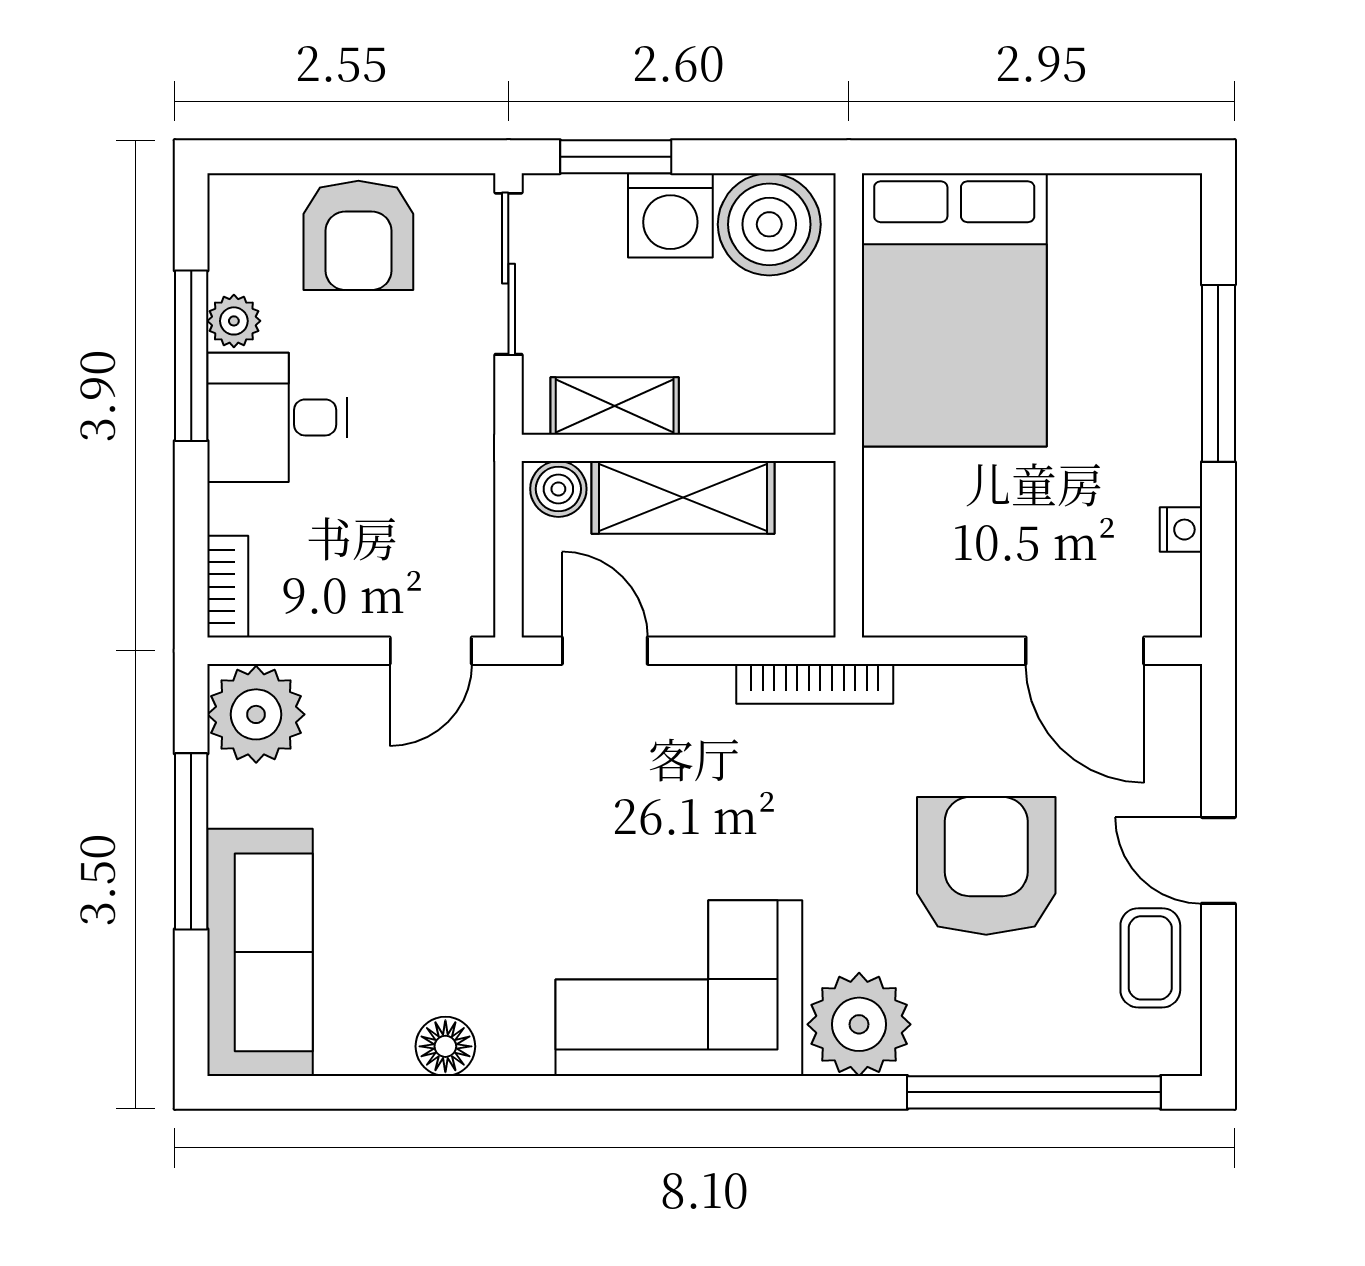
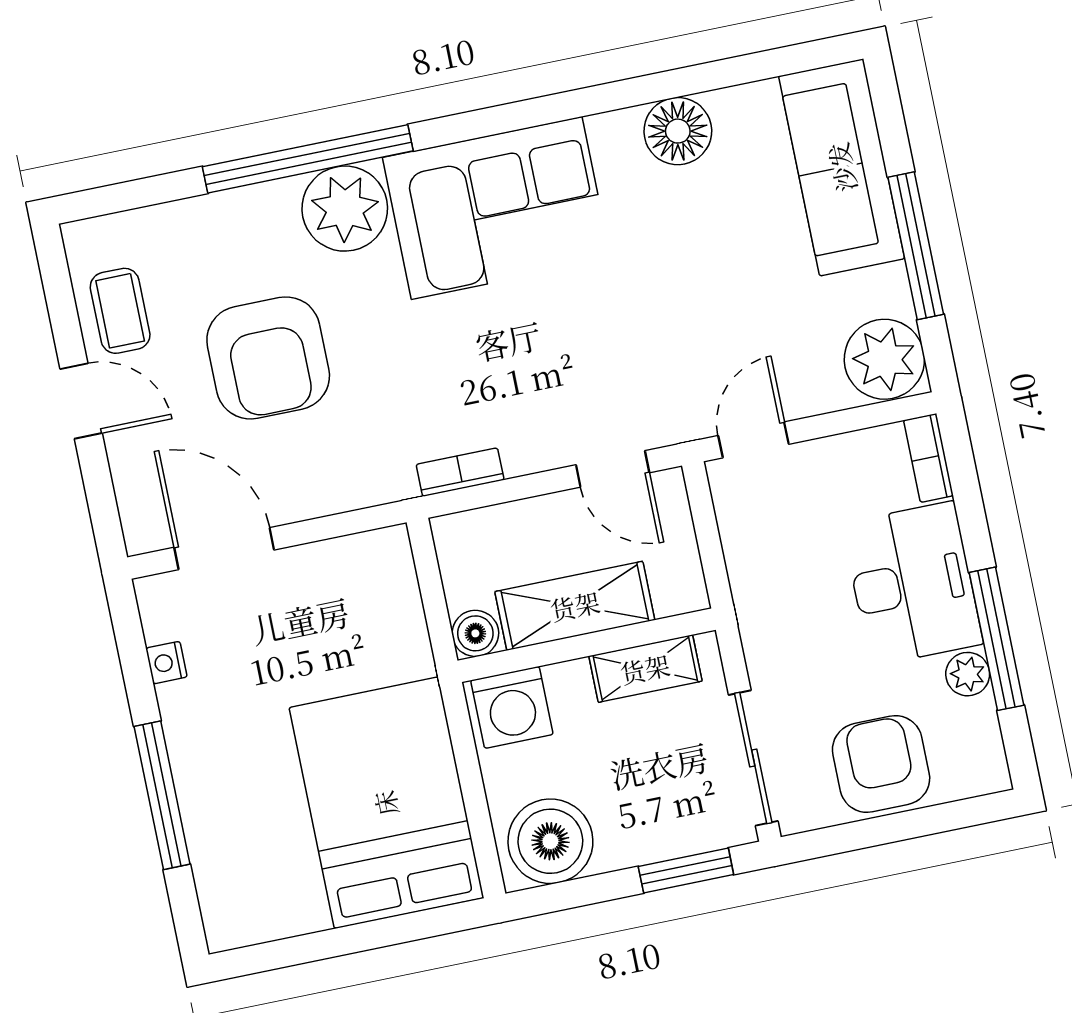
washing machine: (670, 215) -> (512, 707), moved, turned 180
desk: (277, 417) -> (912, 584), width x1.37
boiler: (558, 489) -> (475, 633), moved
bookcase: (815, 684) -> (460, 472), width x0.64
floor lamp: (445, 1046) -> (678, 131), width x1.38, depth x1.38
window: (1034, 1092) -> (308, 159), moved

